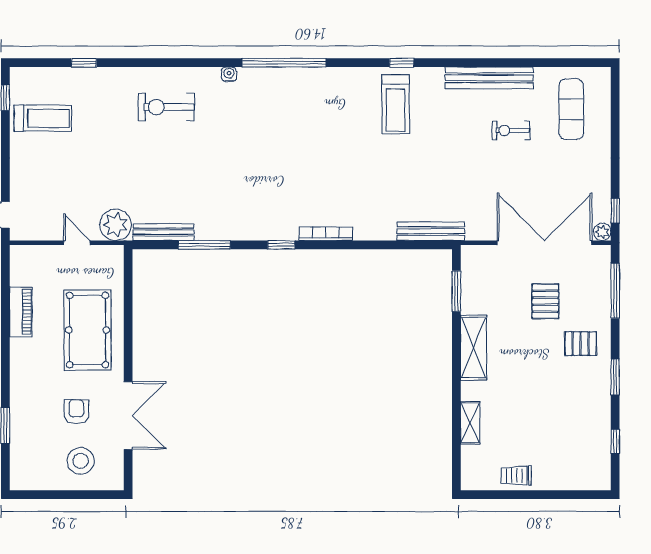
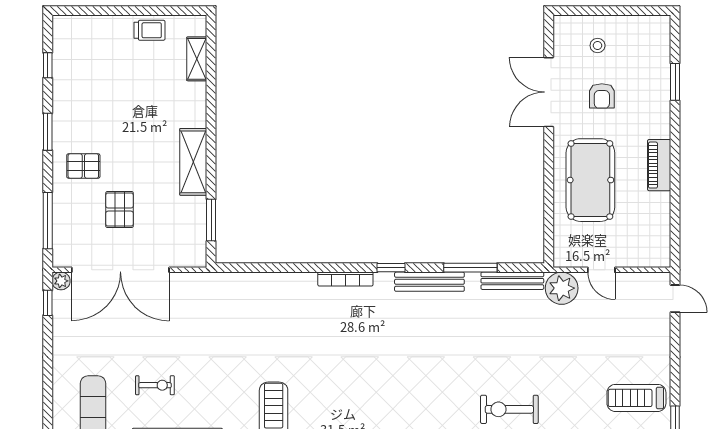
exercise bike: (166, 107) -> (509, 409), turned 180
bench: (431, 231) -> (429, 282), moved
piano: (21, 312) -> (659, 165), moved
shelving: (470, 423) -> (197, 59), moved
stool: (81, 461) -> (598, 46), width x0.53, depth x0.53

